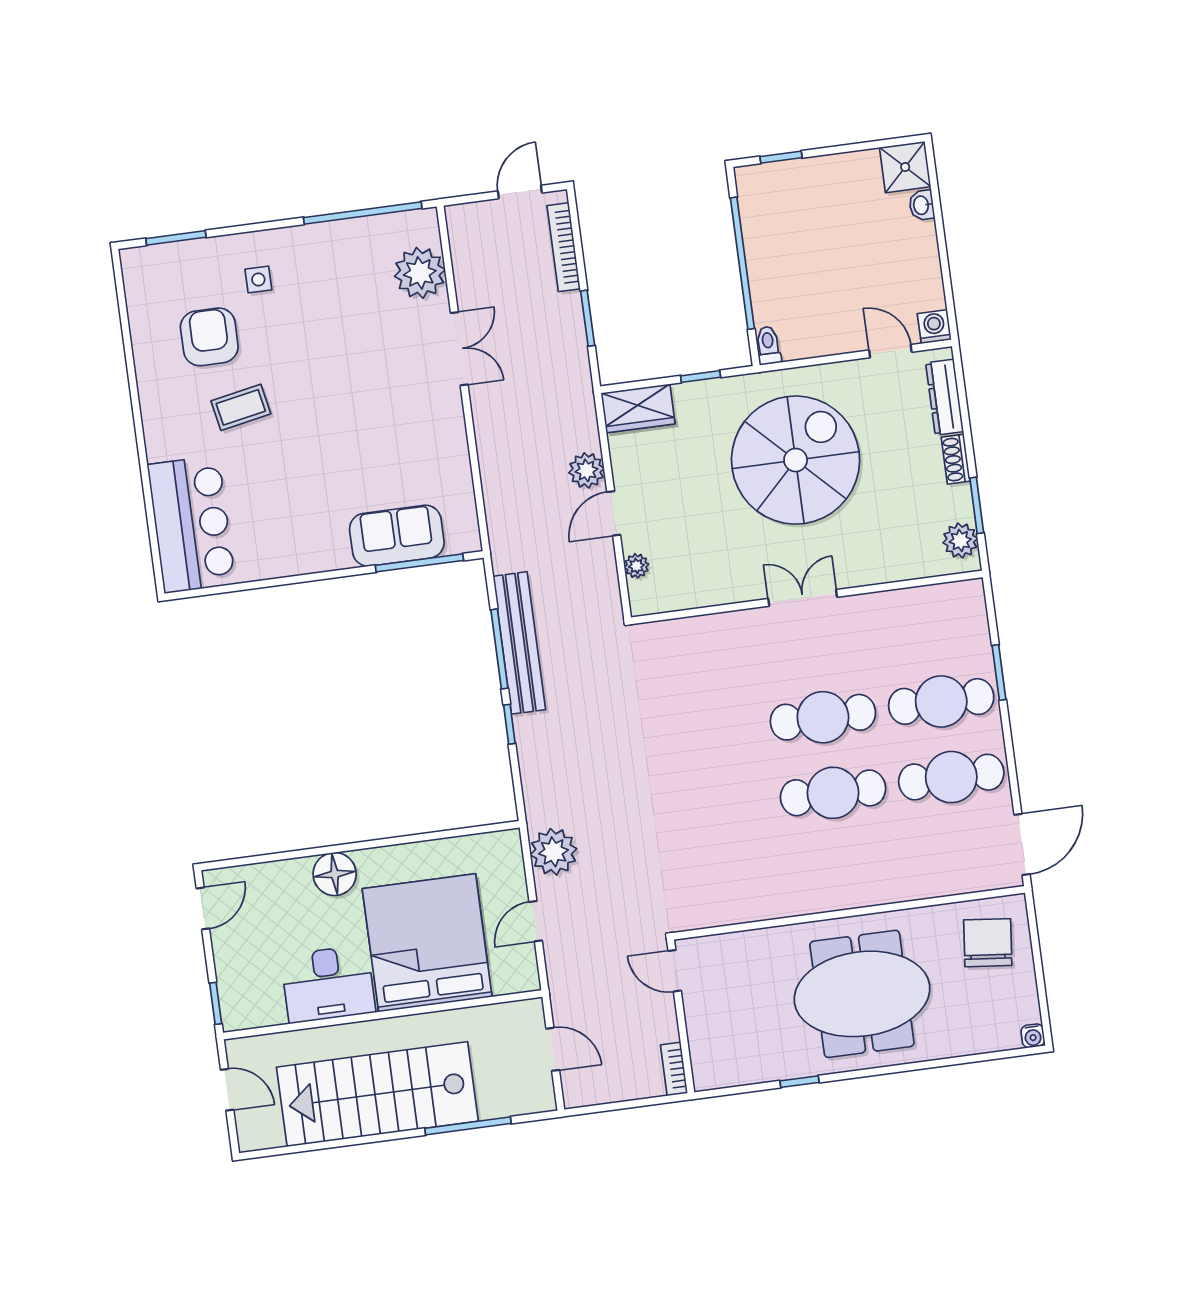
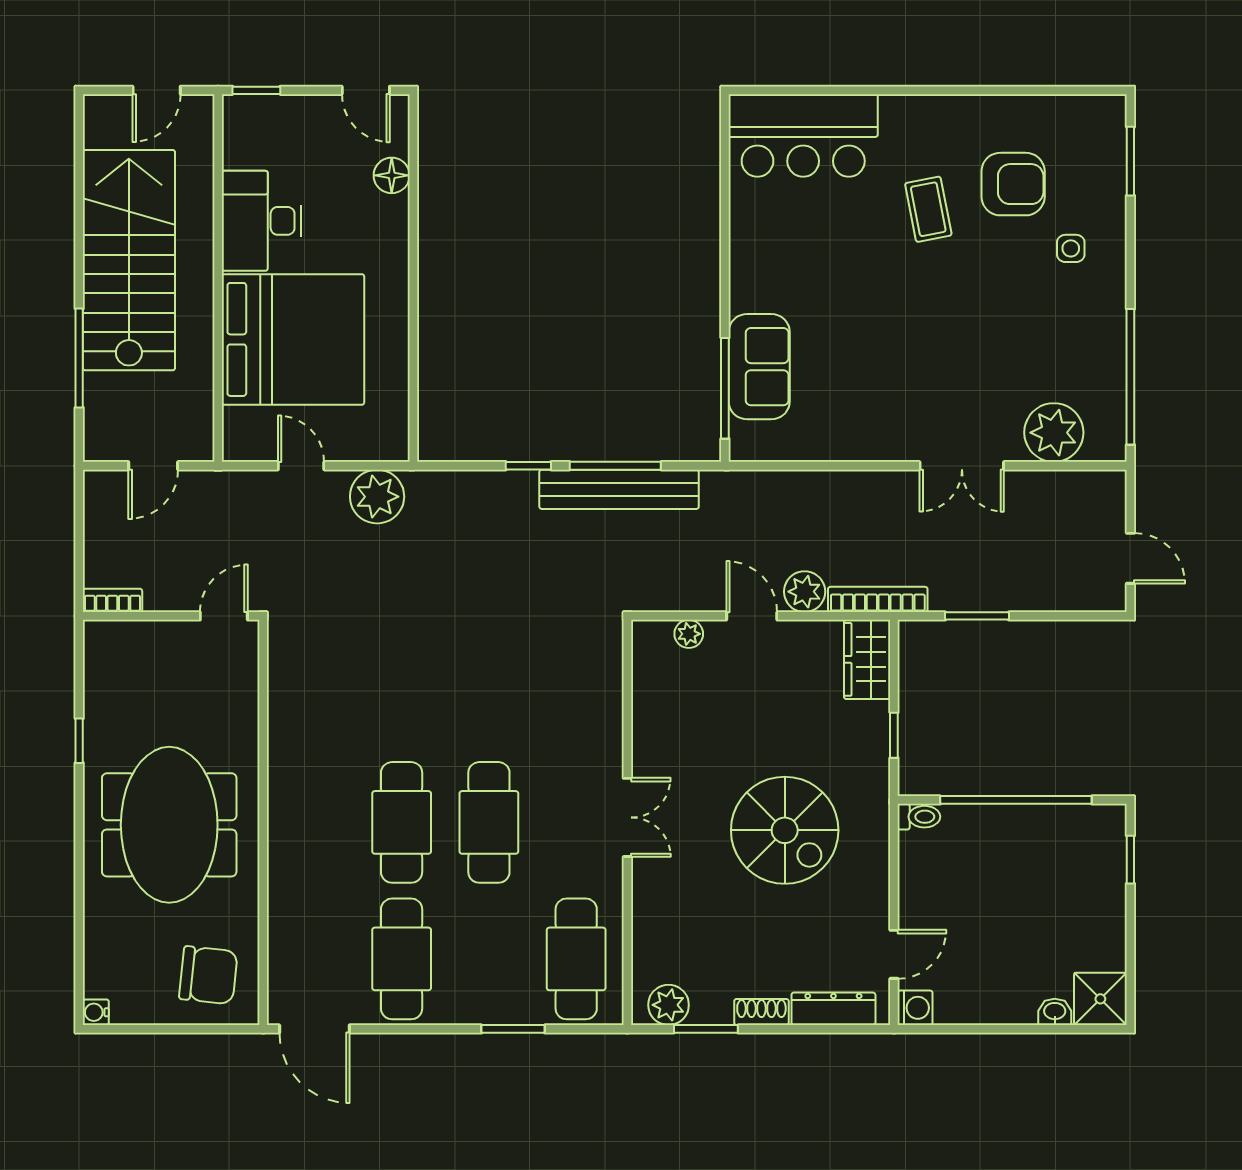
bookcase: (564, 247) -> (878, 599), moved
spiral stairs: (796, 460) -> (785, 830), width x0.73, depth x0.73
cafe table: (941, 701) -> (576, 959), moved
floor lamp: (335, 874) -> (392, 175), moved, width x0.73, depth x0.73

